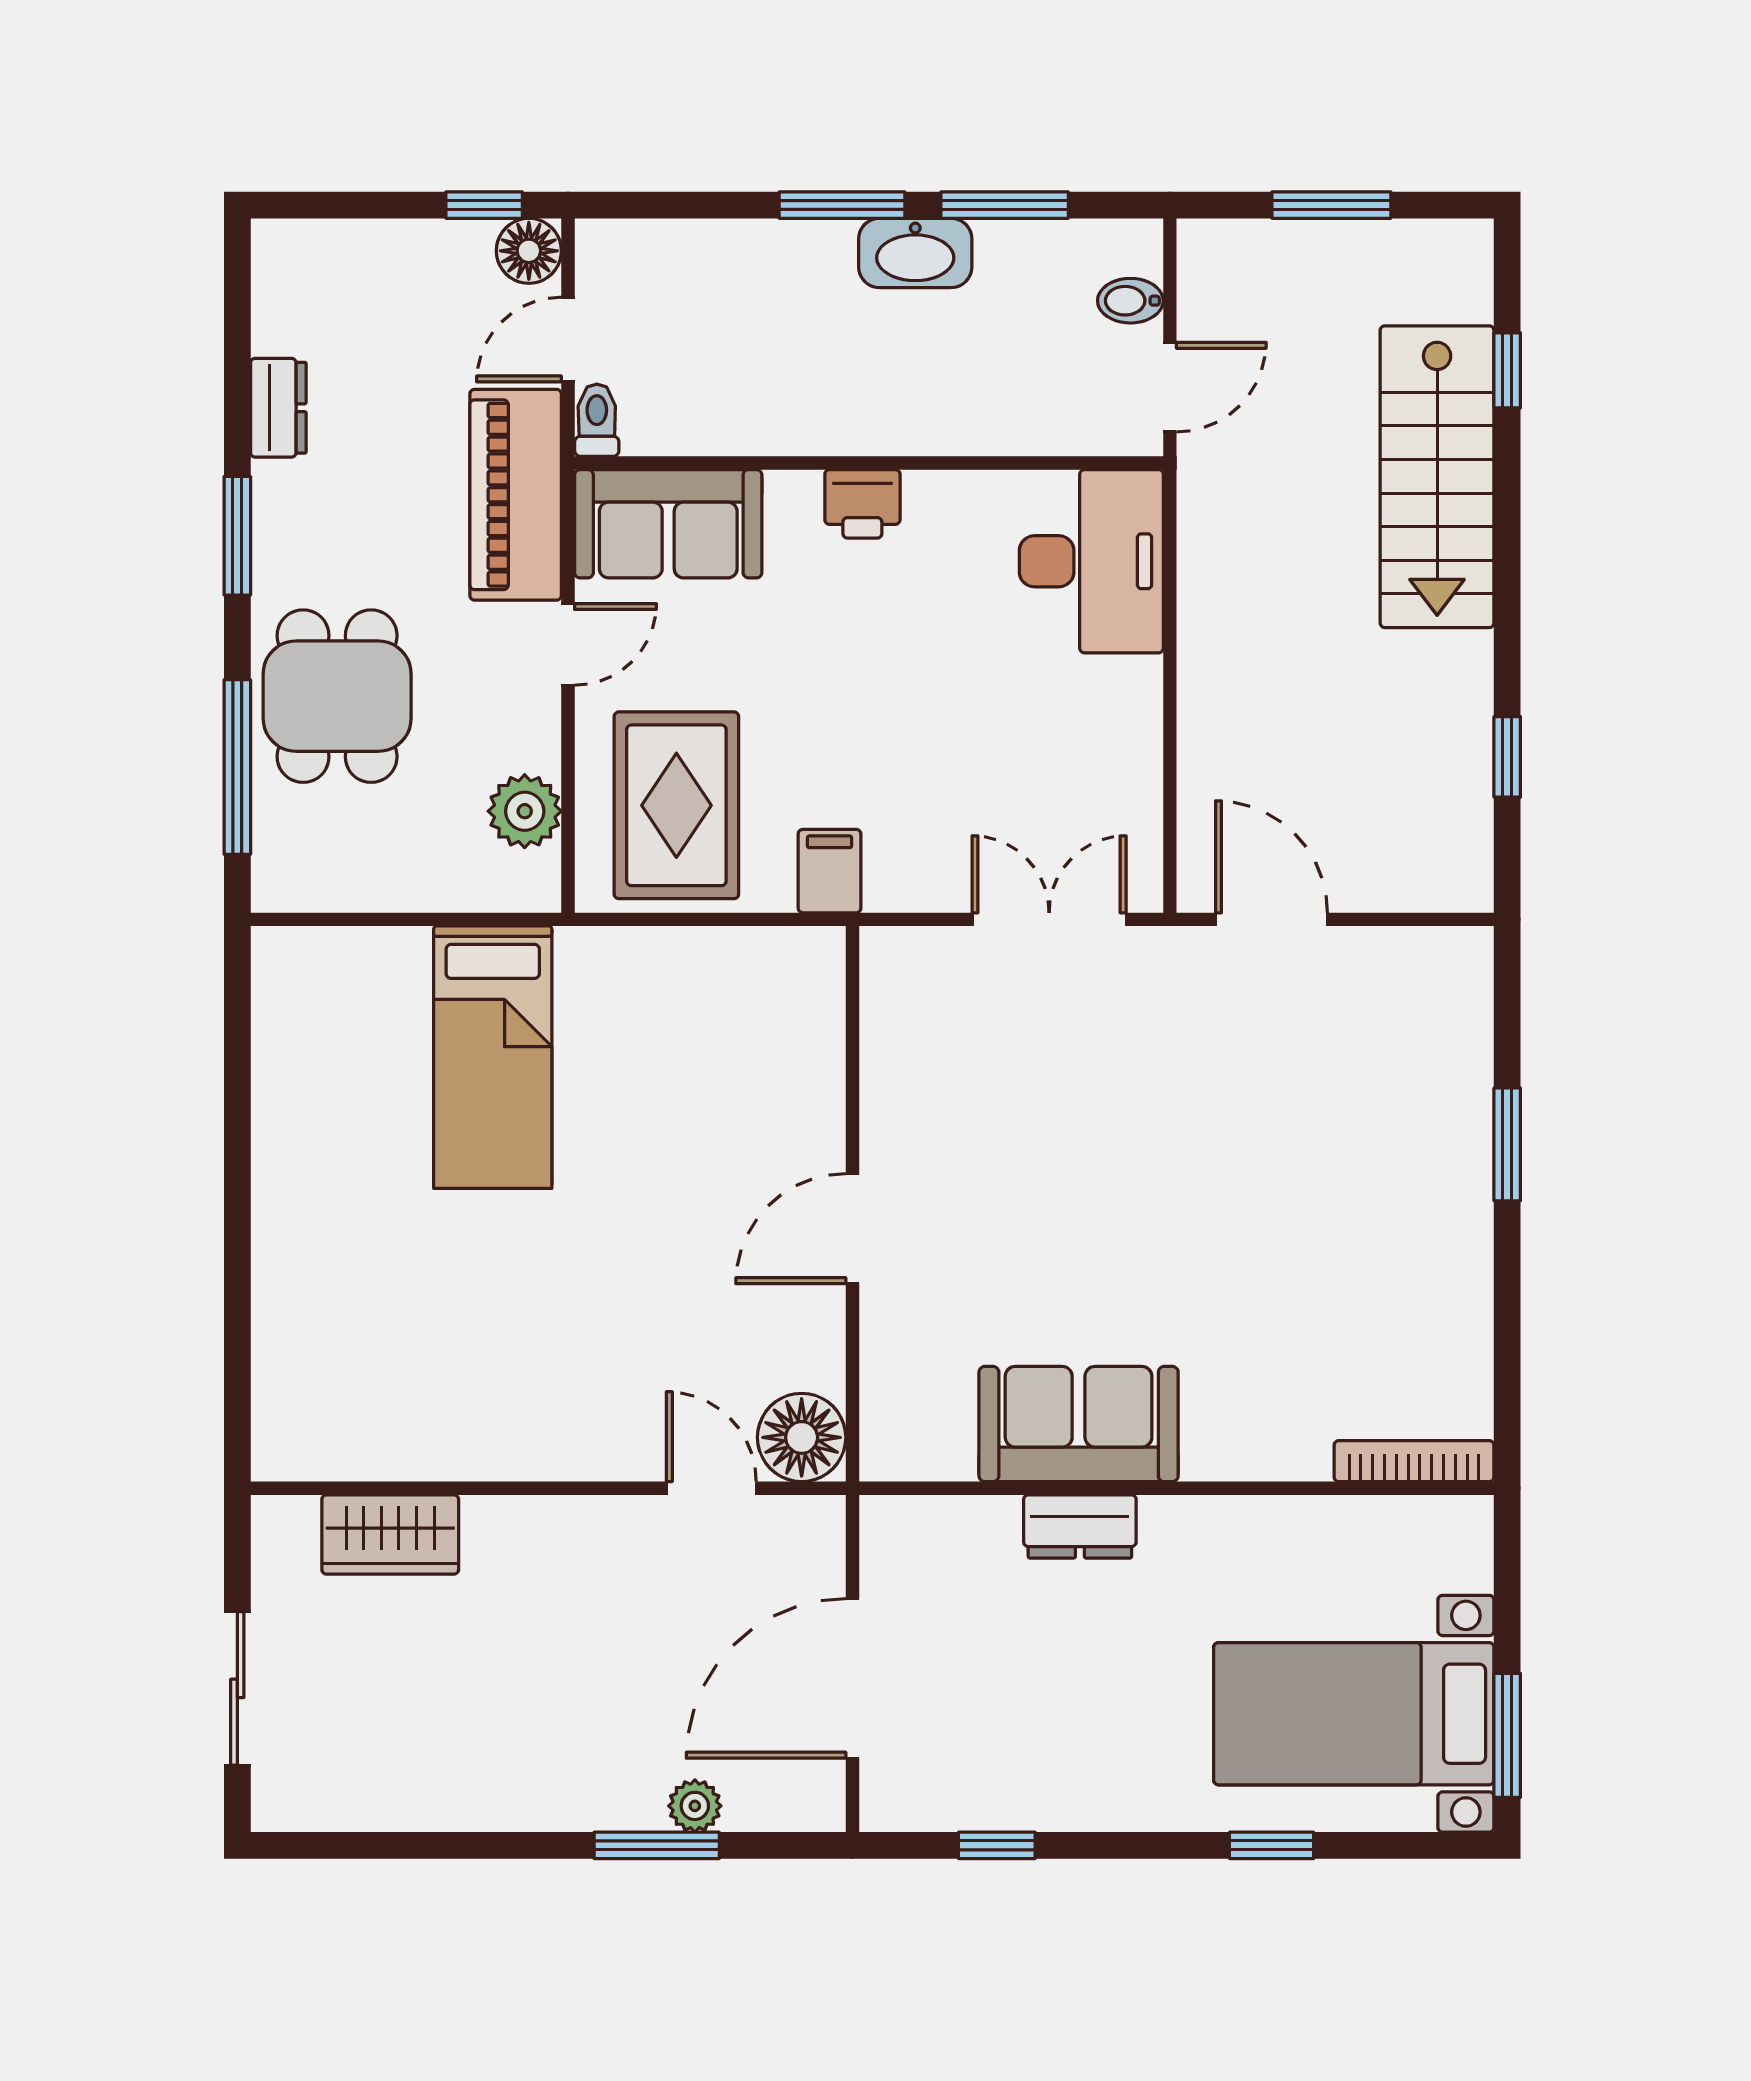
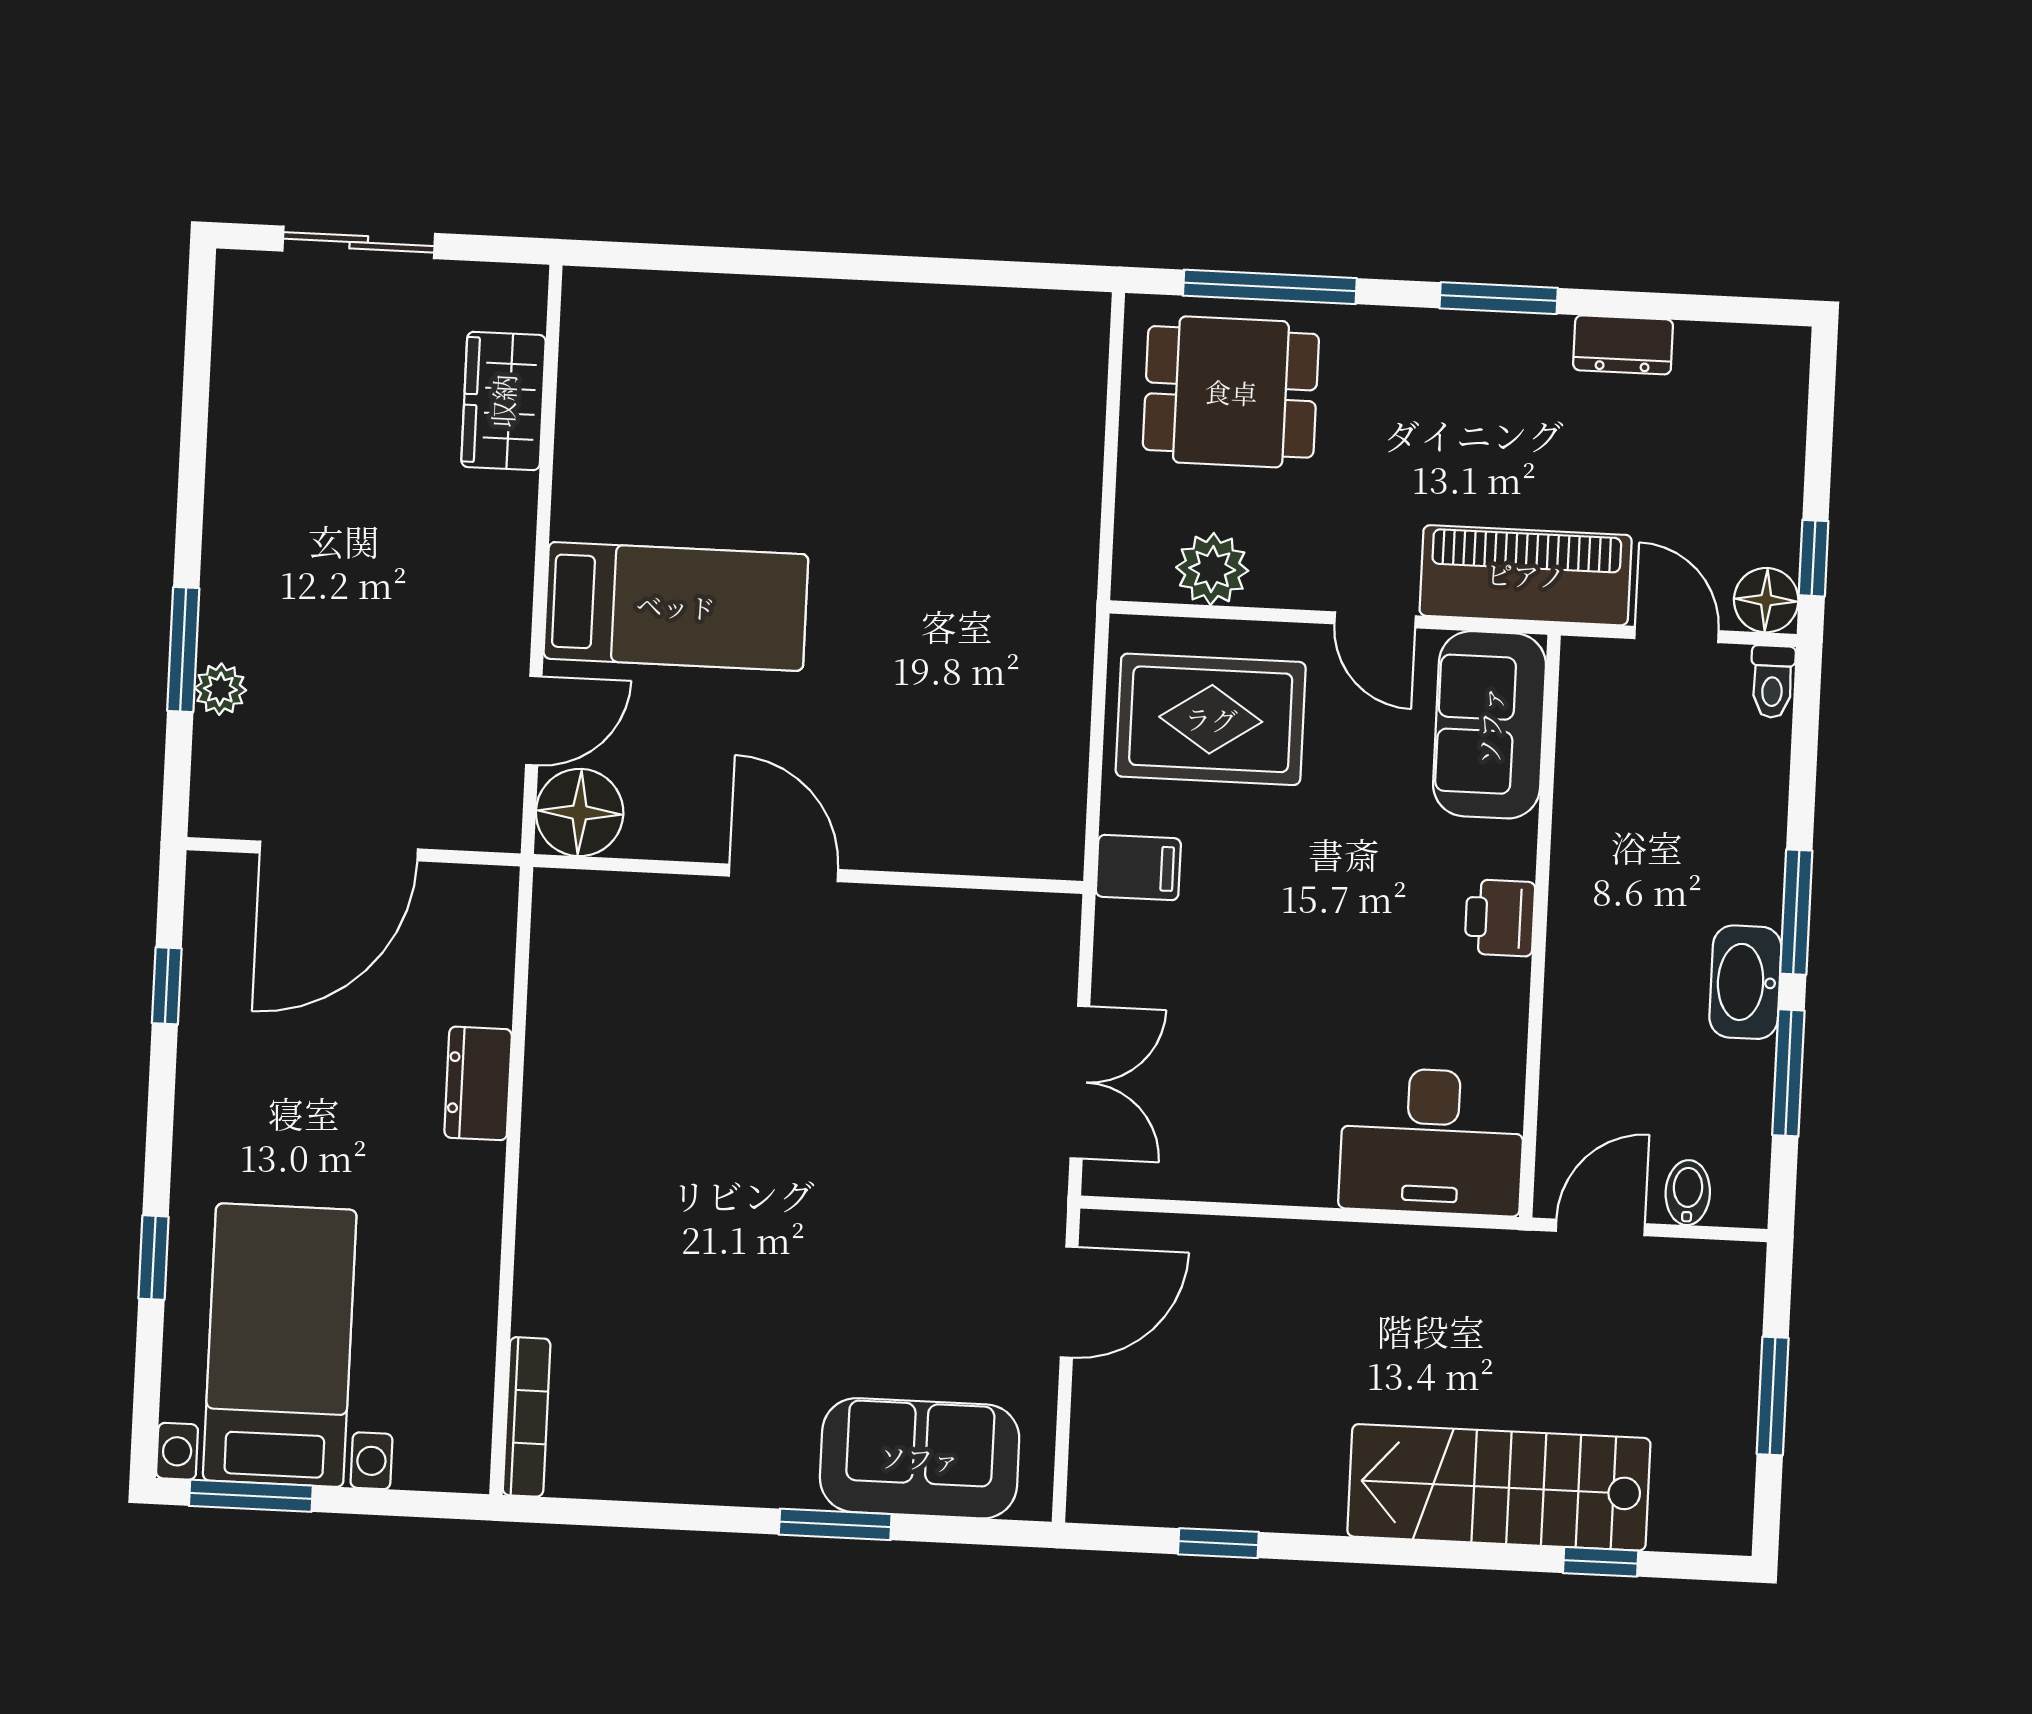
door: (1170, 387) -> (1600, 1227), swing flipped
toilet: (597, 420) -> (1772, 682), moved, turned 90
dining table: (337, 696) -> (1231, 392), moved
bed: (493, 1057) -> (676, 606), moved, turned 180
sofa: (1079, 1424) -> (920, 1458), moved, turned -90
door: (852, 1678) -> (339, 851), swing flipped

